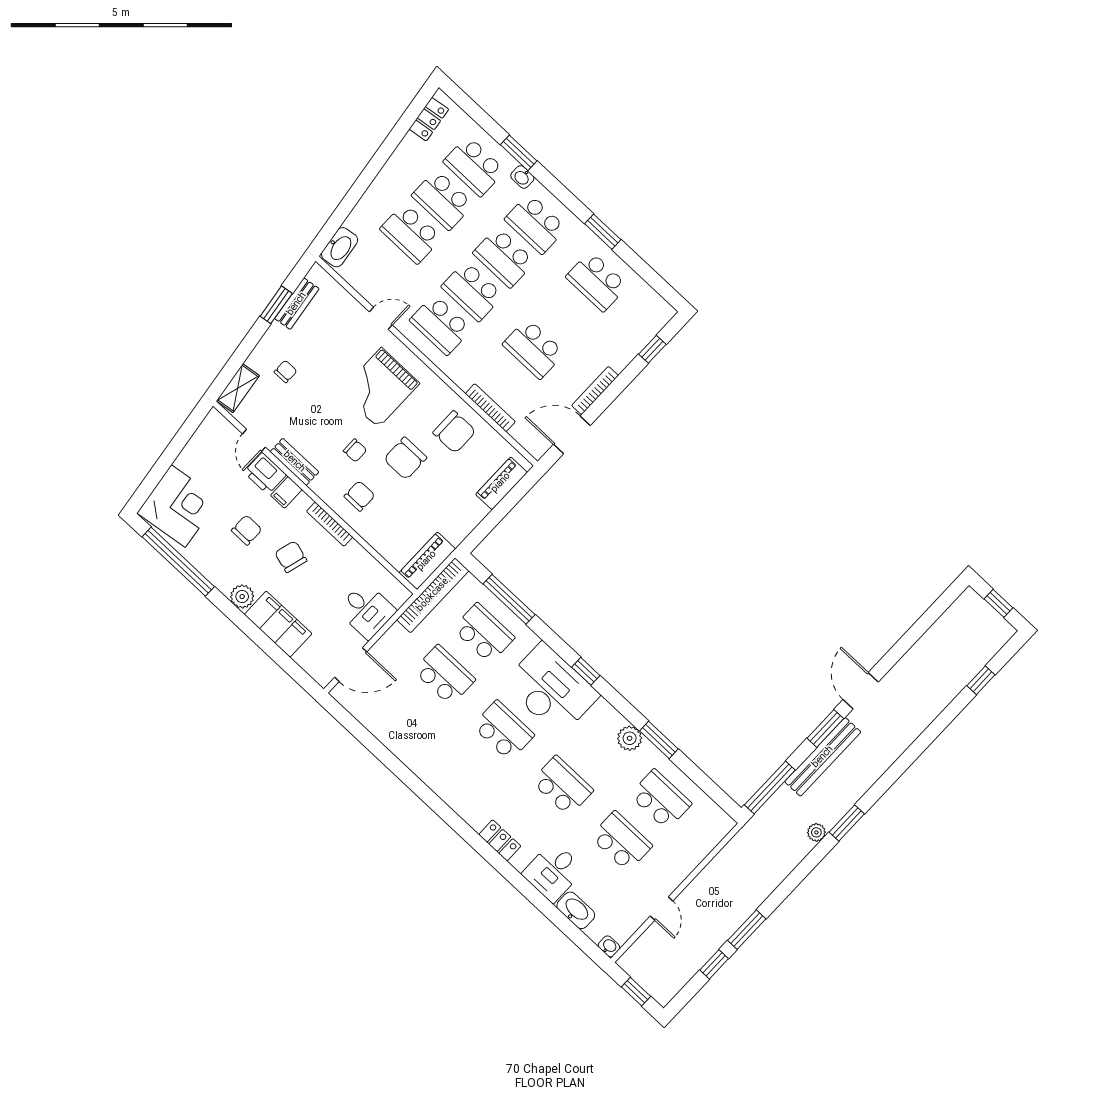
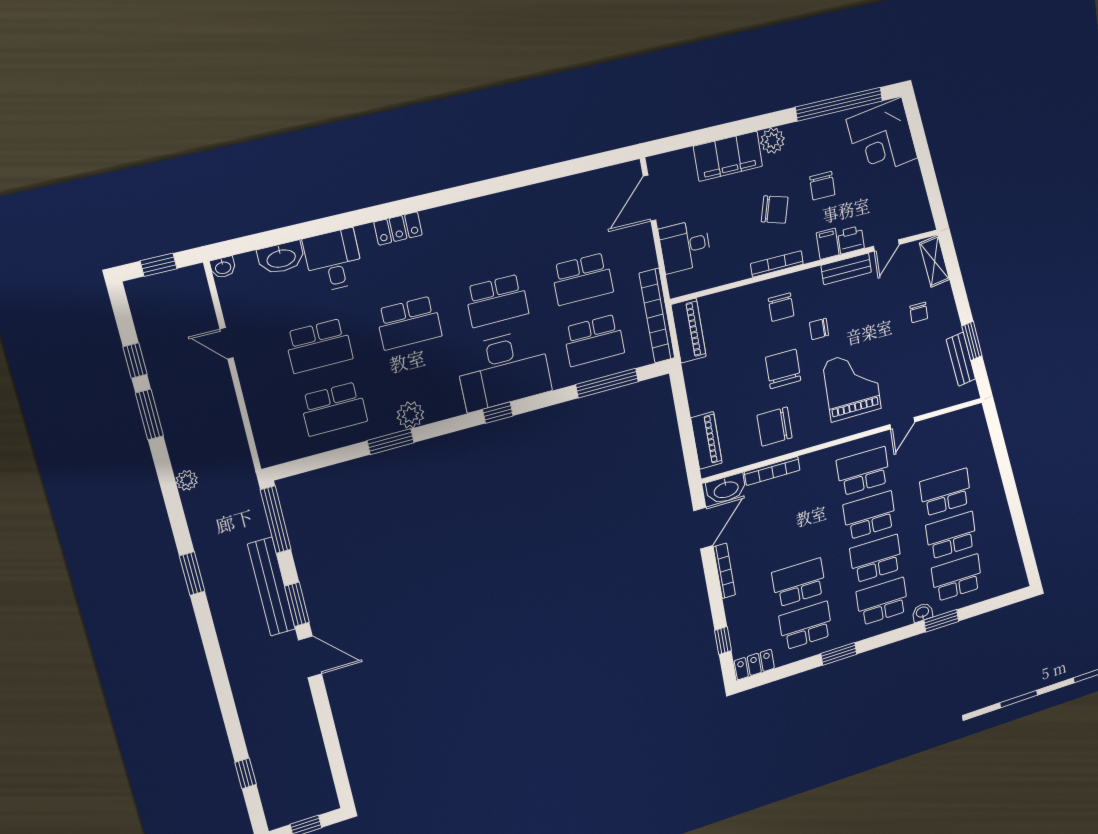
locker: (429, 119) -> (754, 664), moved, turned 98
washbasin: (340, 247) -> (726, 489), moved, turned -82
school desk: (534, 349) -> (799, 582), moved
door: (254, 440) -> (886, 245), swing flipped
printer: (265, 474) -> (851, 240), width x0.73, depth x0.81
plant: (816, 832) -> (187, 480), moved

